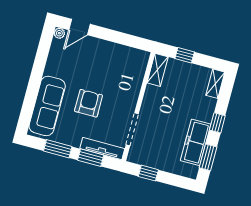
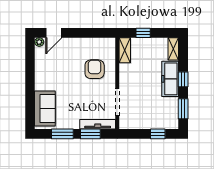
armchair: (89, 103) -> (95, 69), moved
sofa: (47, 106) -> (45, 109), width x0.73
freezer: (196, 142) -> (170, 79), moved
window: (148, 173) -> (158, 134), moved

